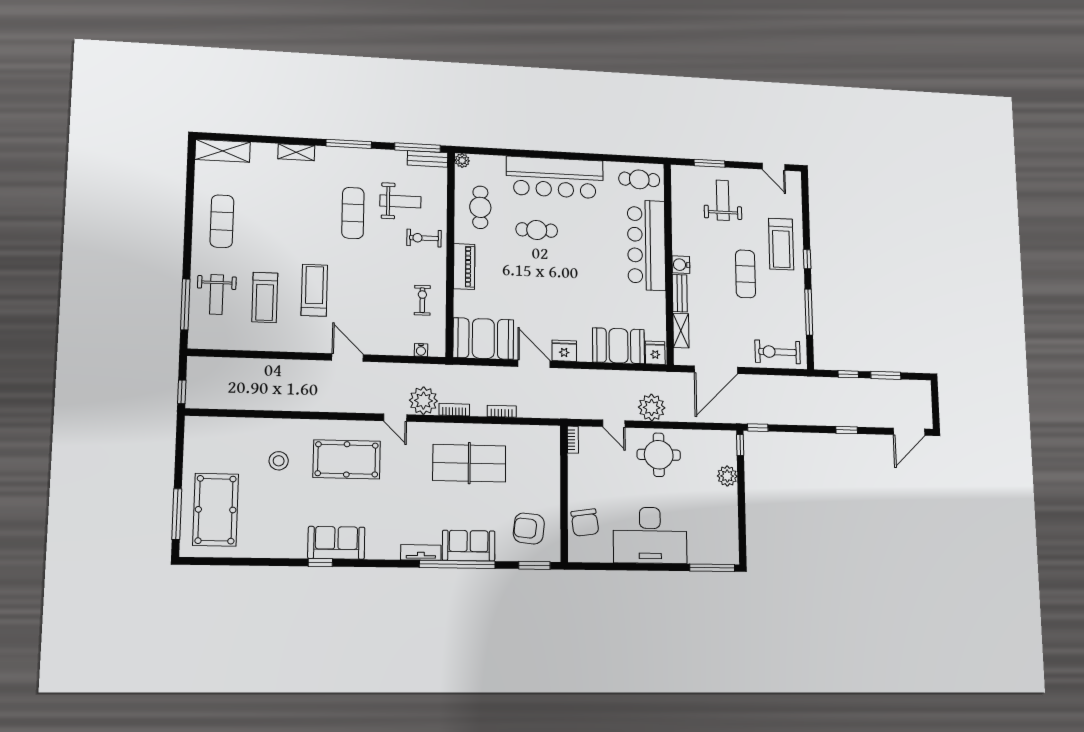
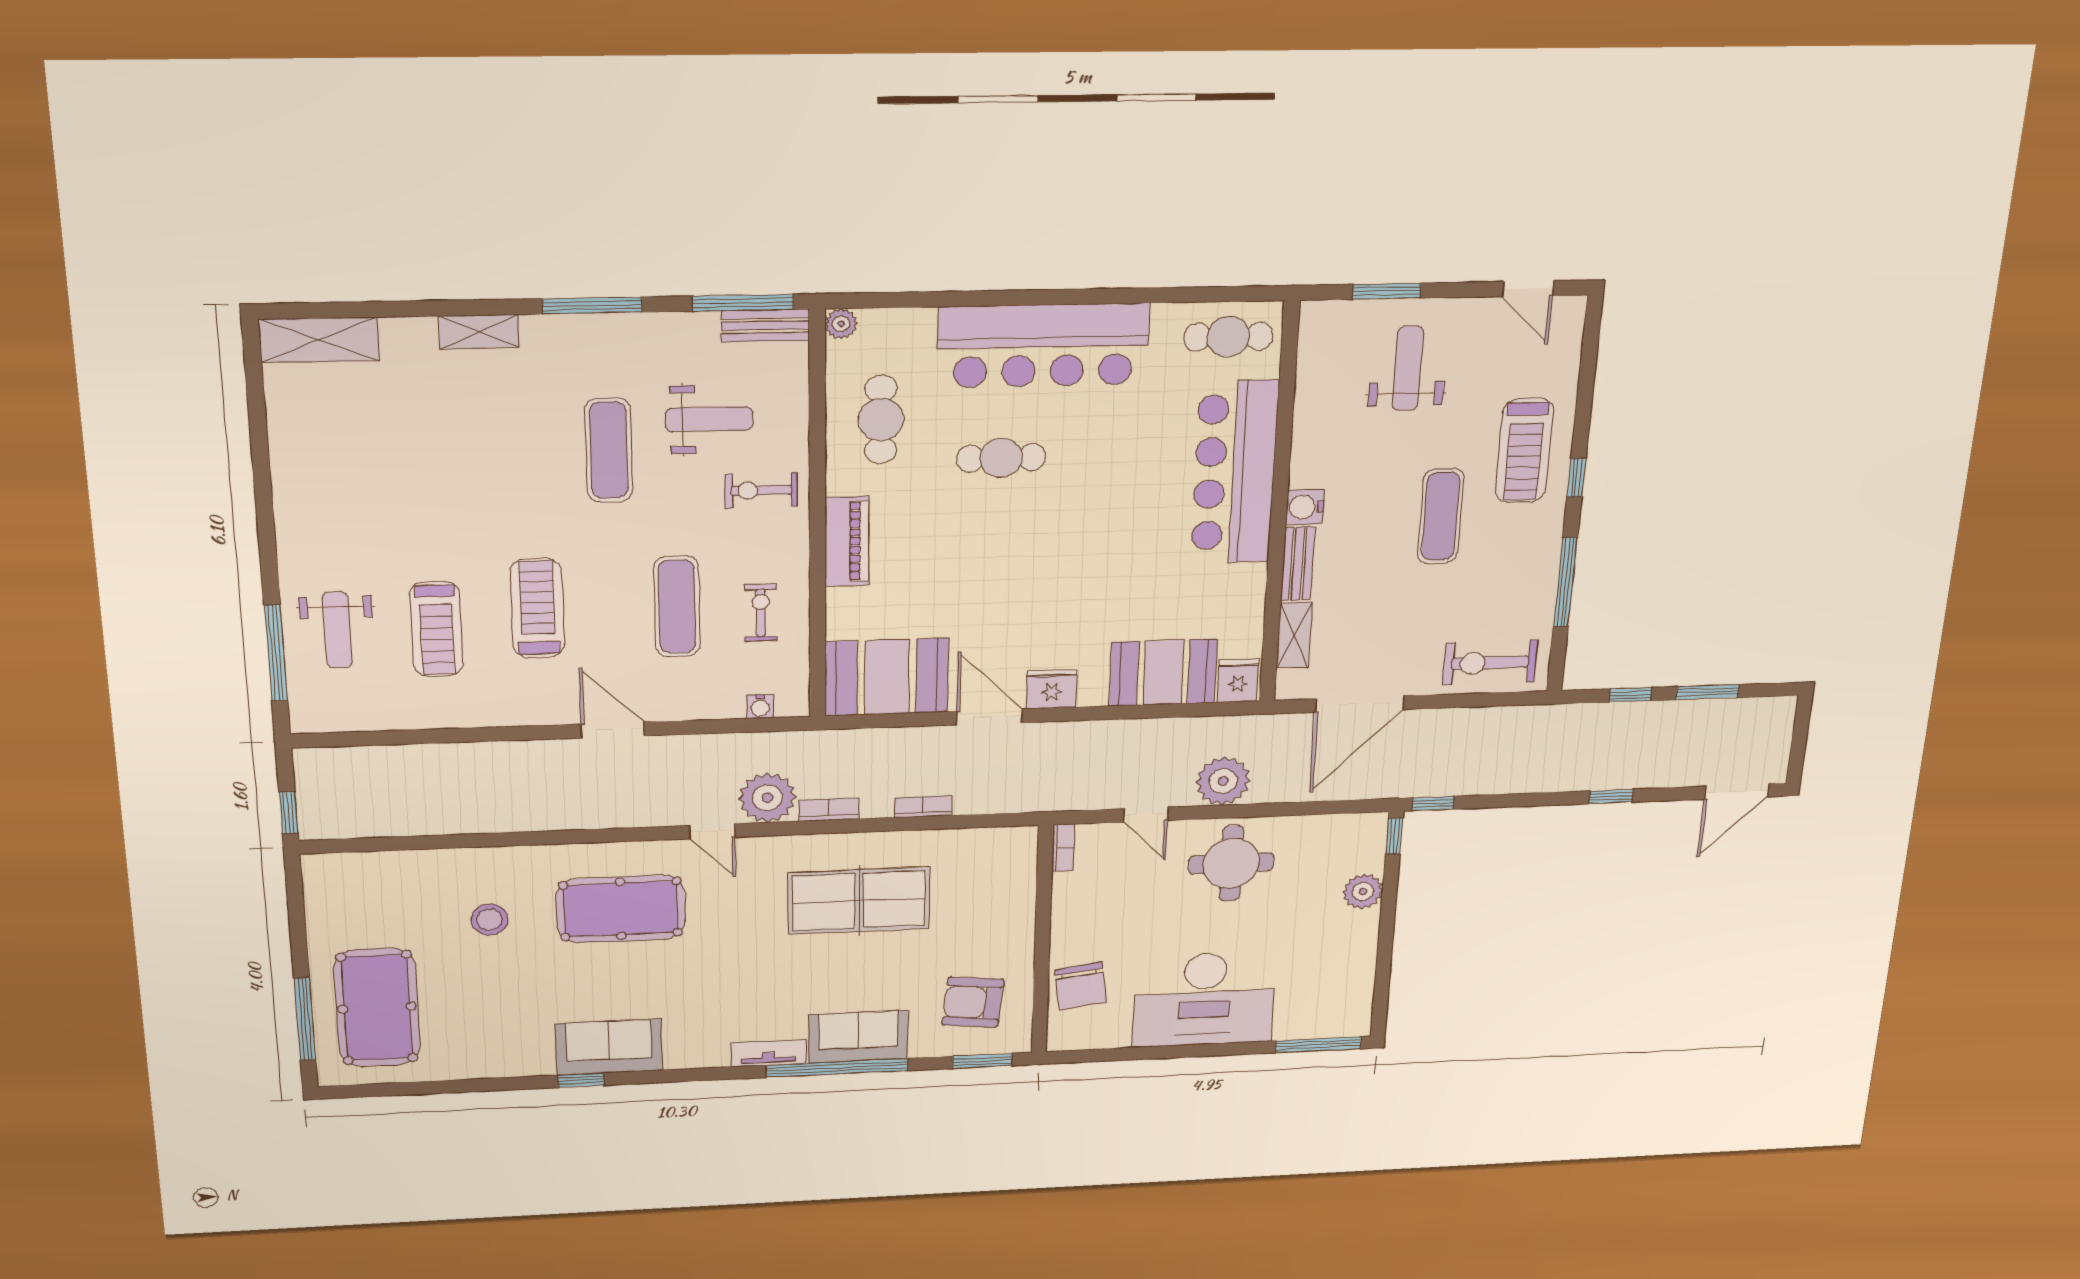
exercise mat: (222, 221) -> (677, 607), moved

